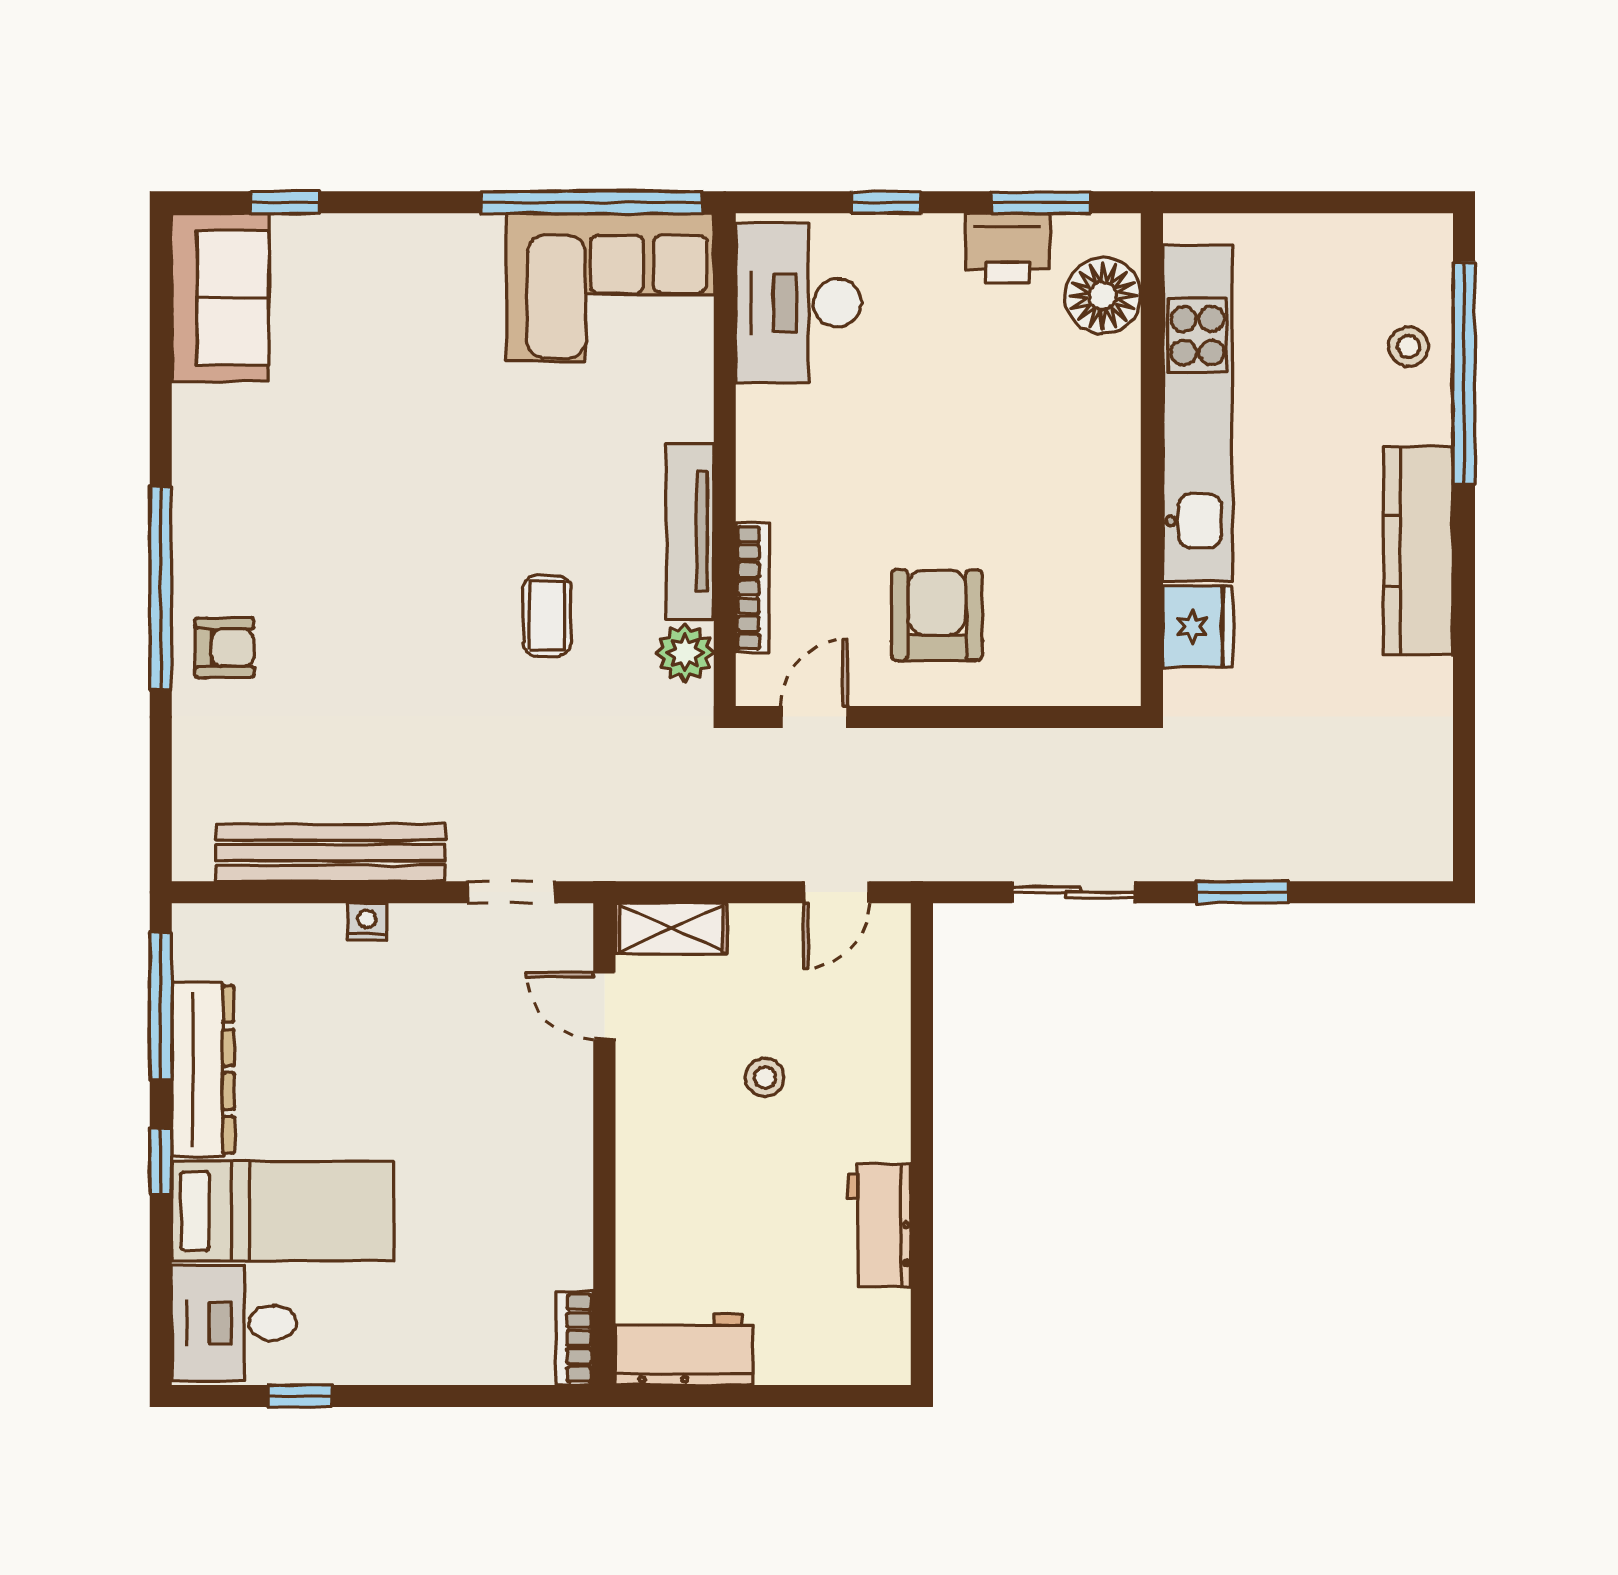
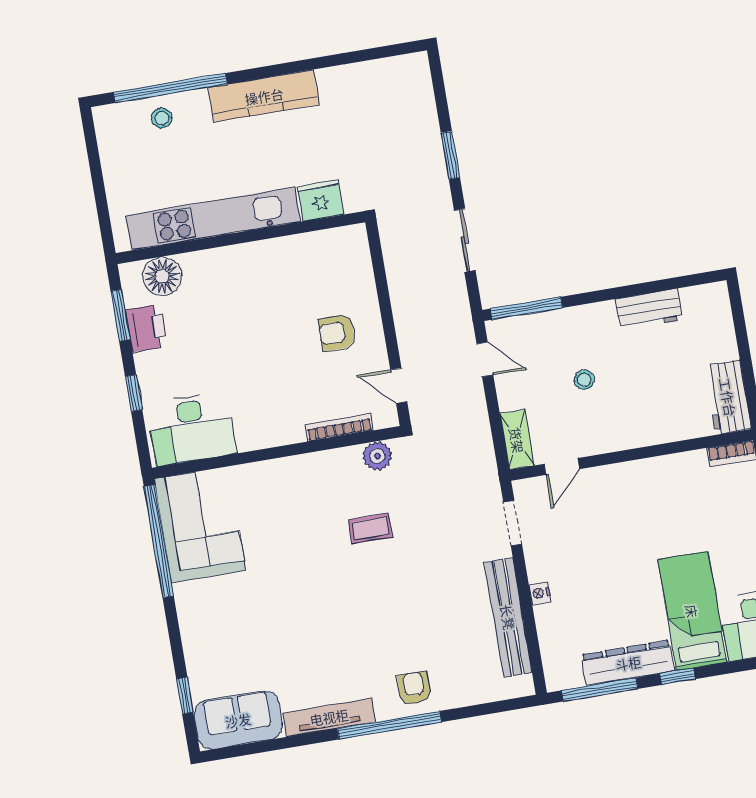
tv unit: (690, 531) -> (329, 717), moved, turned 180
armchair: (937, 615) -> (337, 333), width x0.72, depth x0.72
window: (922, 989) -> (527, 308), added

